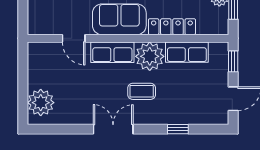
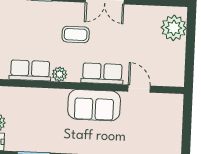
locker: (172, 27) -> (44, 96), removed
plant: (150, 56) -> (60, 74), width x0.53, depth x0.53

